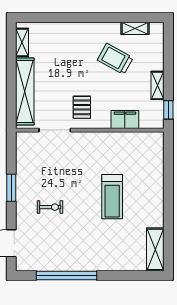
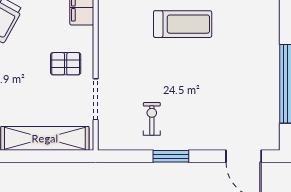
exercise bike: (50, 207) -> (152, 119), moved

